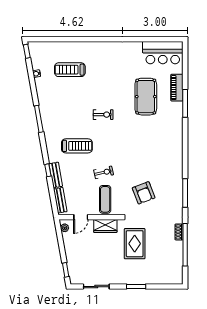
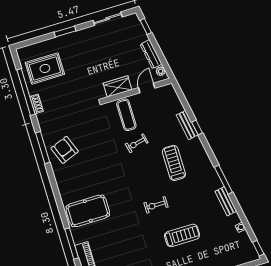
treadmill: (70, 70) -> (182, 235), moved
pool table: (146, 97) -> (88, 211), moved, turned 90
treadmill: (77, 146) -> (174, 163), turned 90
armchair: (144, 193) -> (65, 150), moved
bench: (60, 200) -> (226, 201), moved
rug: (135, 244) -> (45, 68), moved, turned 90
dresser: (68, 245) -> (151, 54), added

